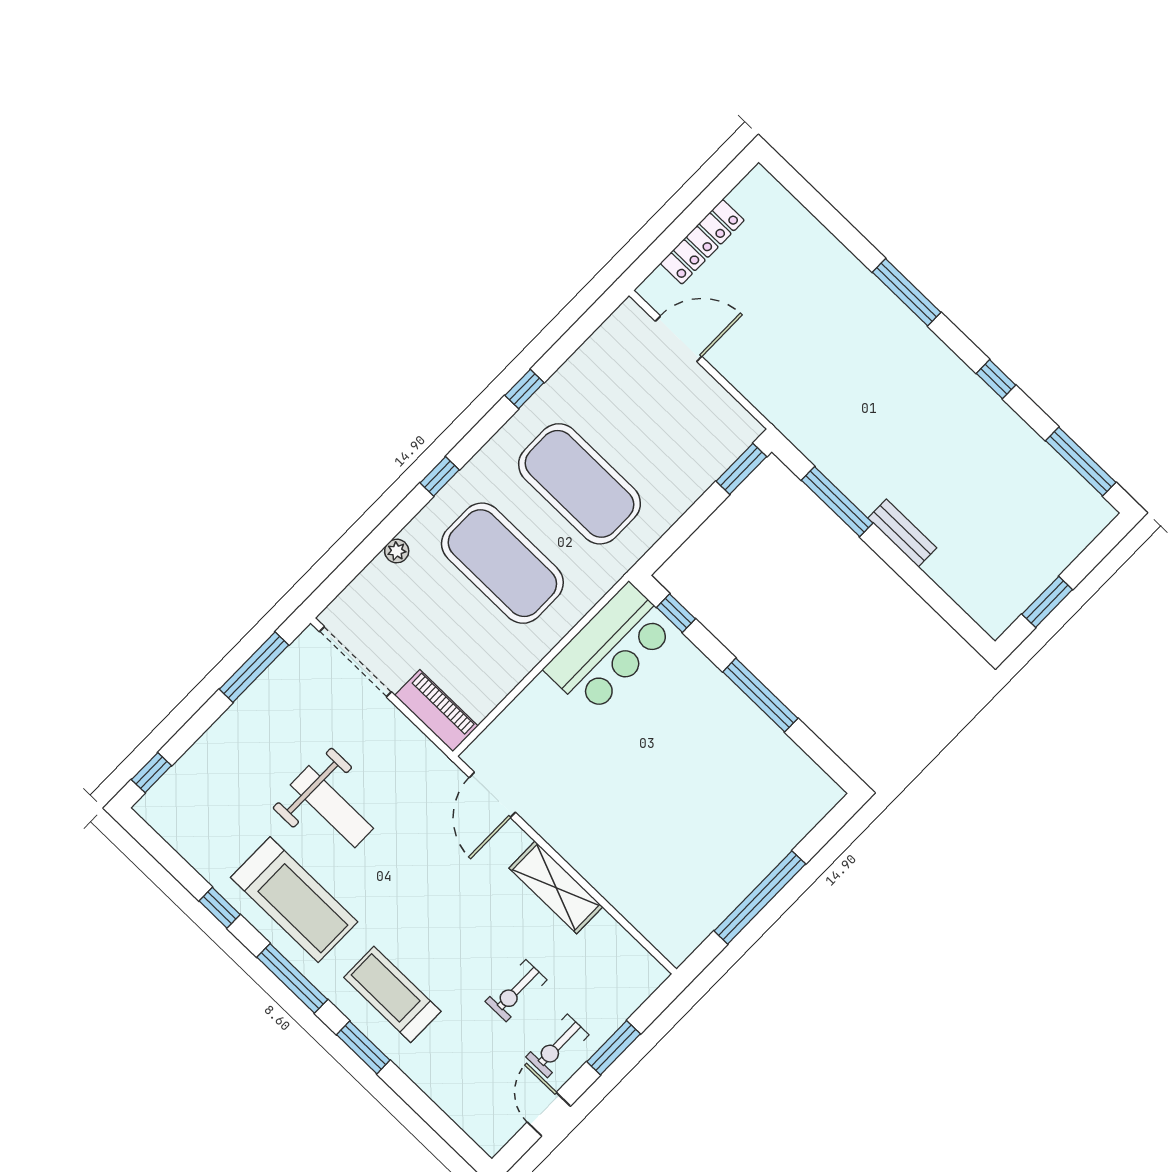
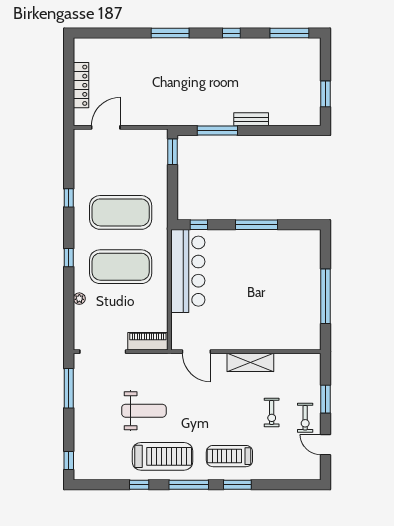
bar counter: (610, 649) -> (188, 271), width x1.36

